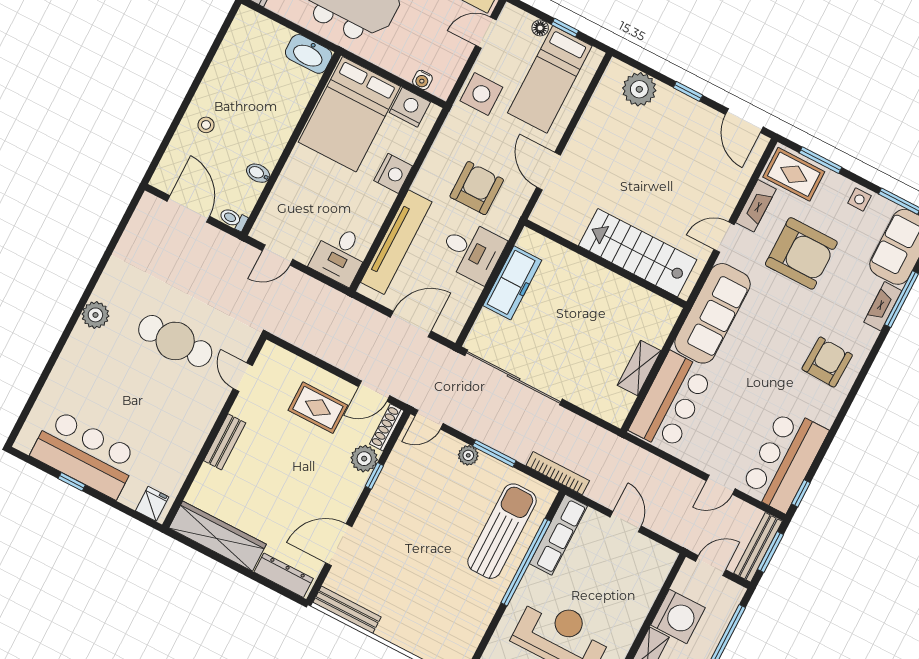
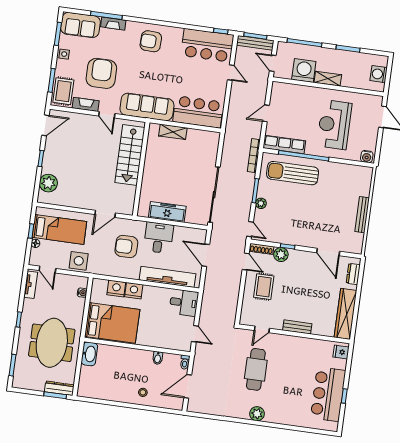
nightstand: (410, 107) -> (116, 288), moved, turned 90
shelving: (639, 368) -> (173, 132), moved
dresser: (284, 575) -> (353, 274), width x0.70
bench: (347, 610) -> (362, 215), moved

